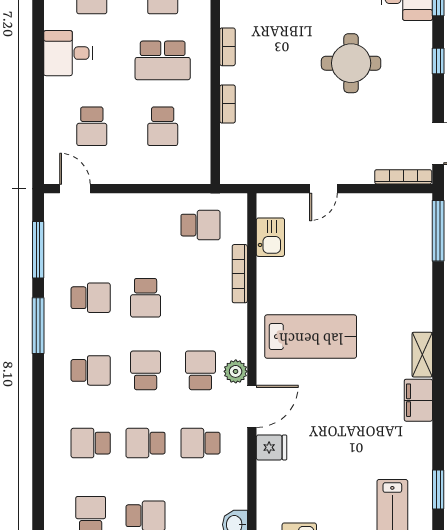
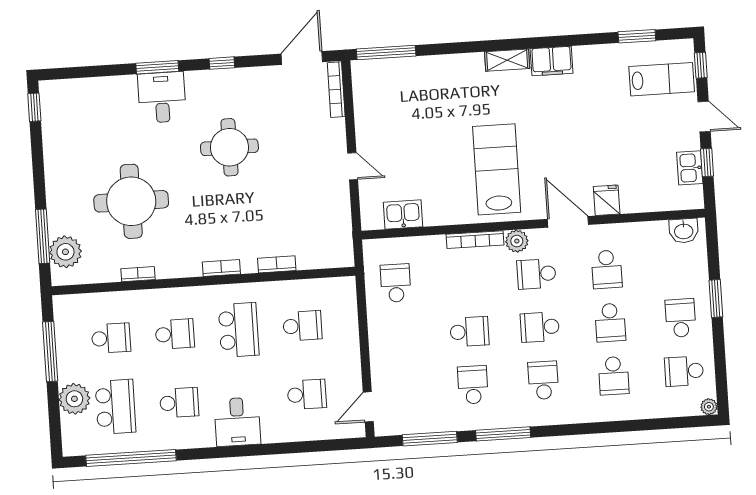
bookcase: (240, 274) -> (475, 240), moved
plant: (236, 371) -> (517, 241), moved

